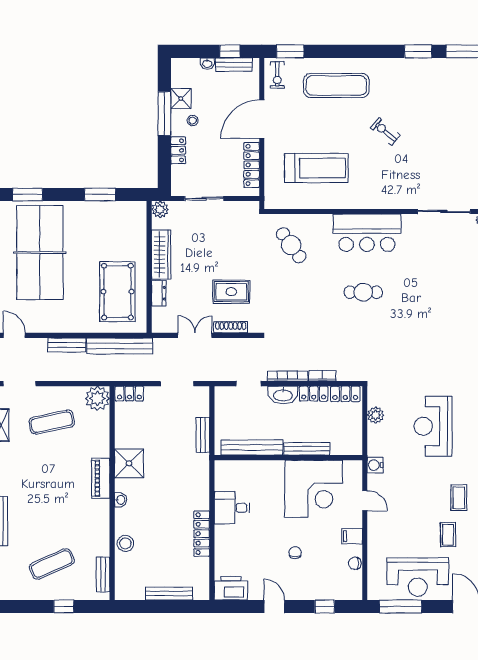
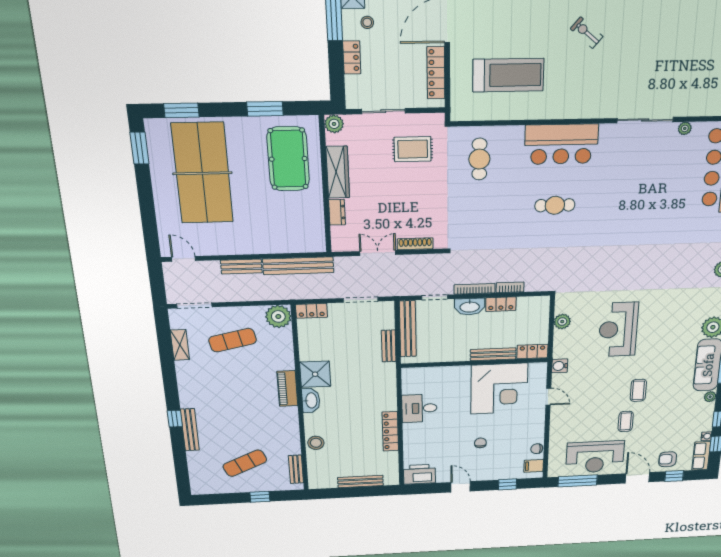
cafe table: (291, 245) -> (479, 159), turned 36
pool table: (117, 292) -> (288, 159), moved
rug: (231, 292) -> (413, 149), moved
locker: (345, 394) -> (532, 352), moved, turned 180
bench: (252, 448) -> (408, 329), moved, turned 90
washbasin: (120, 500) -> (311, 400), width x1.91, depth x1.45
filing cabinet: (352, 536) -> (534, 466), moved

